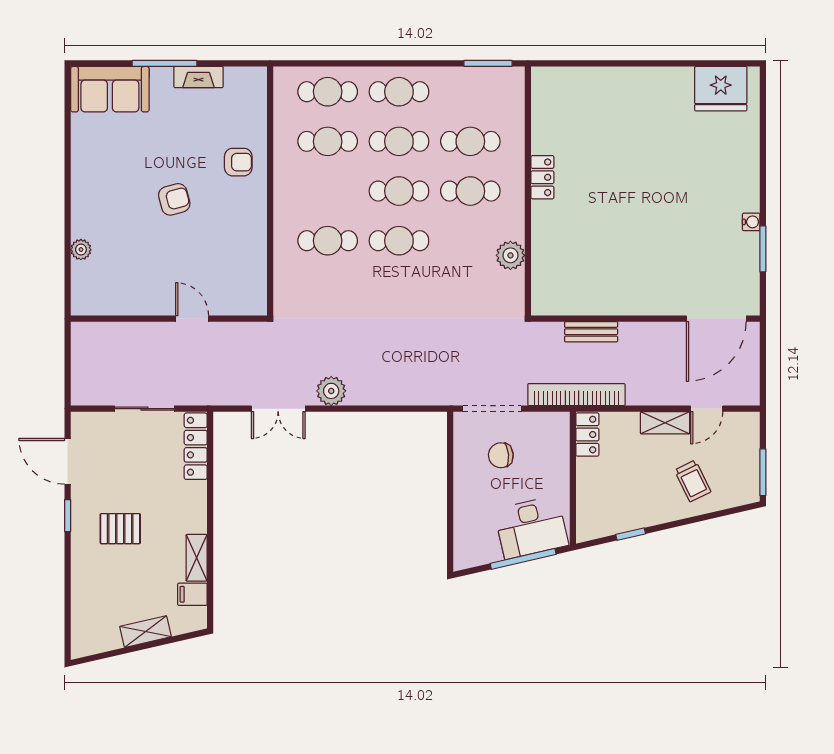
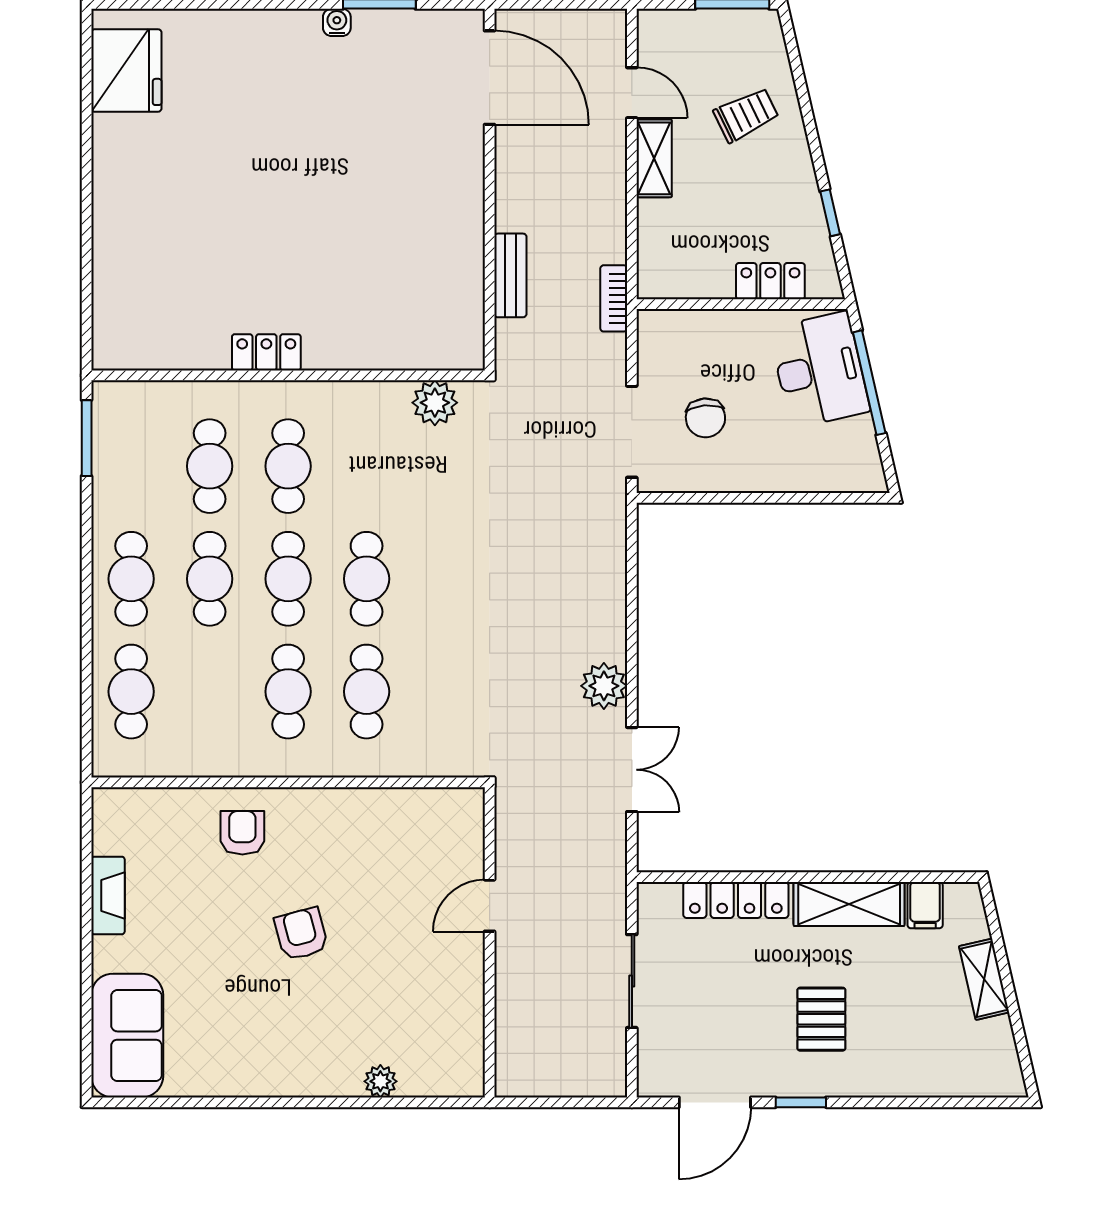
window: (164, 63) -> (87, 949), removed
cafe table: (328, 141) -> (288, 692), moved
plant: (510, 255) -> (435, 403), moved
bookcase: (576, 395) -> (614, 298), width x0.43, depth x0.76
locker: (587, 435) -> (770, 281), moved
locker: (196, 446) -> (736, 900), moved
shelving: (197, 558) -> (849, 904), width x1.50, depth x1.33

